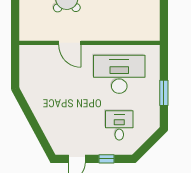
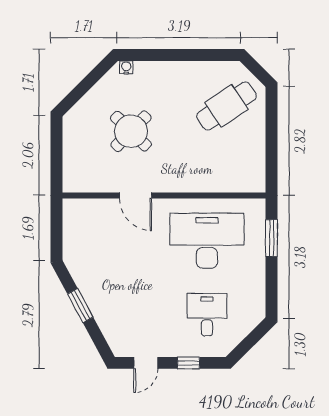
window: (164, 93) -> (271, 238), moved
window: (32, 119) -> (80, 305), added

